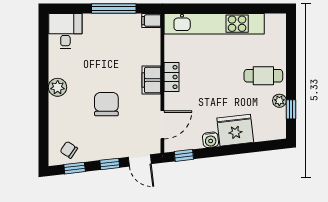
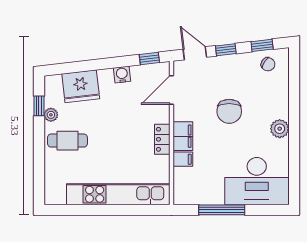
filing cabinet: (151, 21) -> (183, 159), moved
desk: (65, 31) -> (257, 181), width x1.87, depth x1.30
fridge: (235, 130) -> (81, 86), moved

